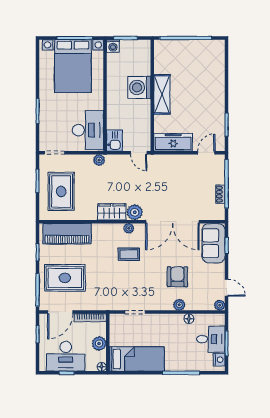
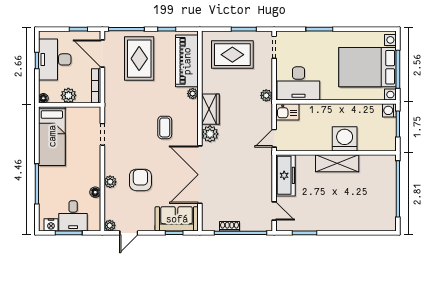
plant: (129, 228) -> (193, 94), moved
armchair: (177, 277) -> (140, 180), turned -90

